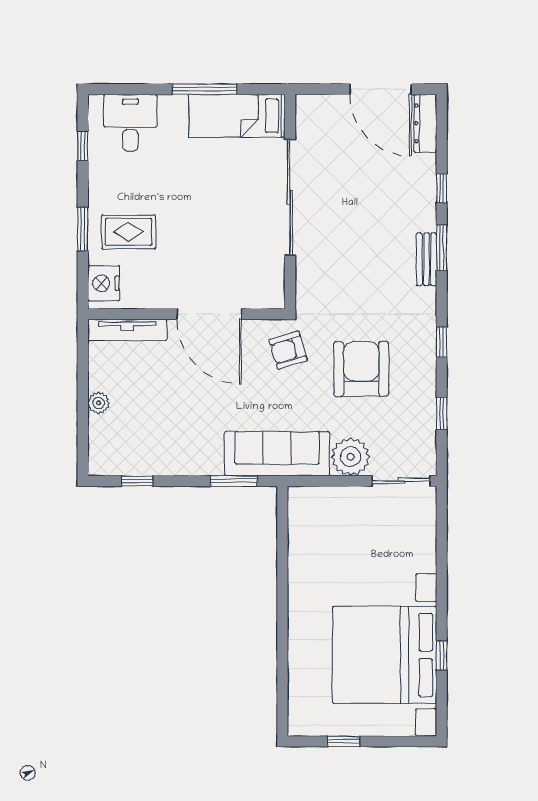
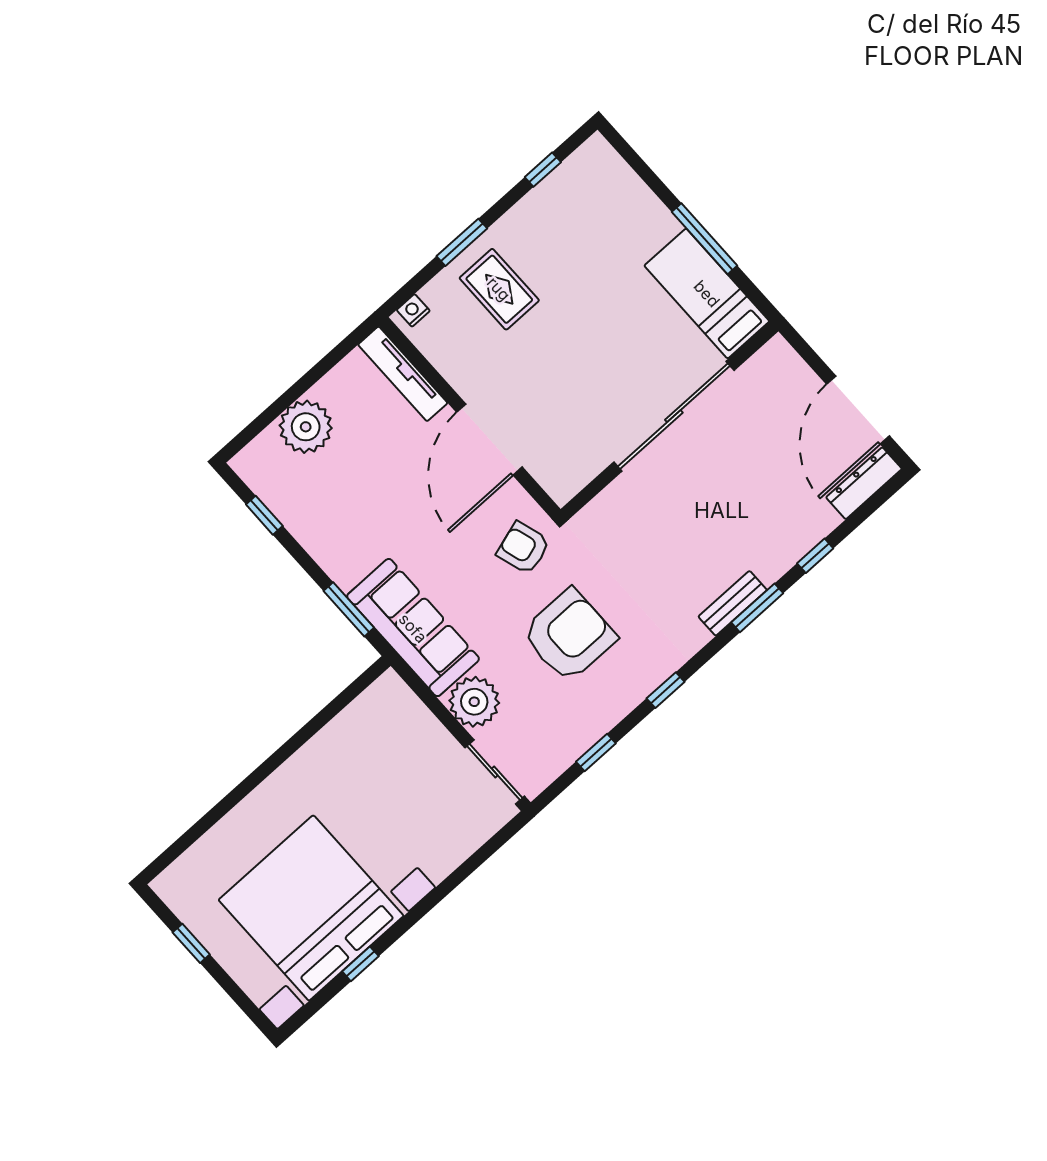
desk: (130, 123) -> (607, 196), removed
nightstand: (104, 283) -> (413, 310), width x0.53, depth x0.56
plant: (99, 403) -> (306, 427), width x1.88, depth x1.88

